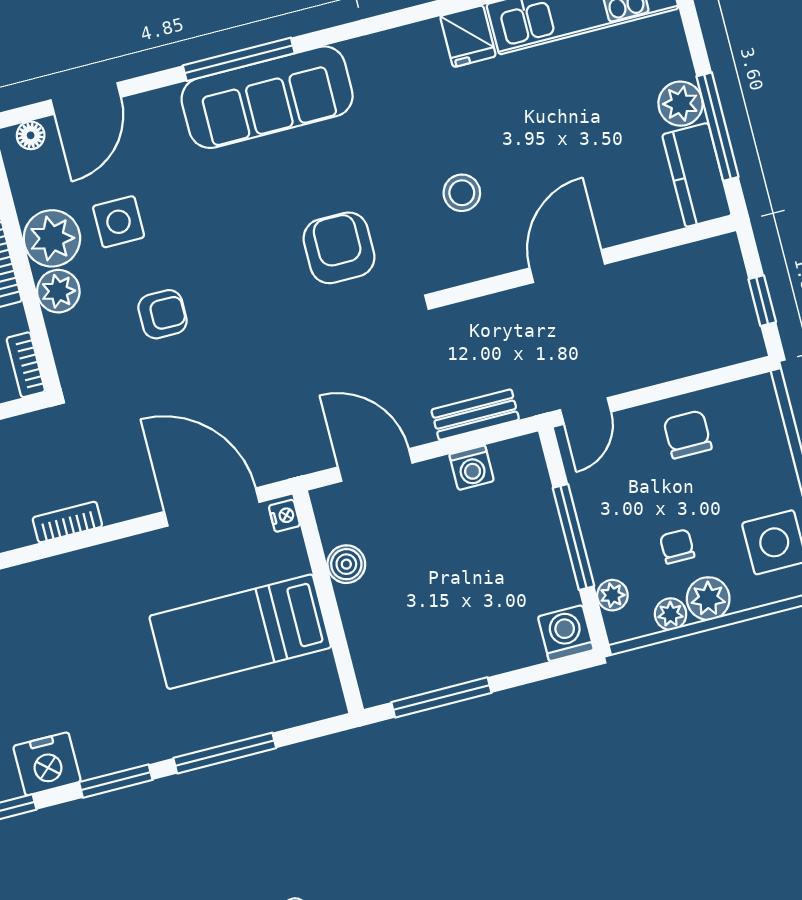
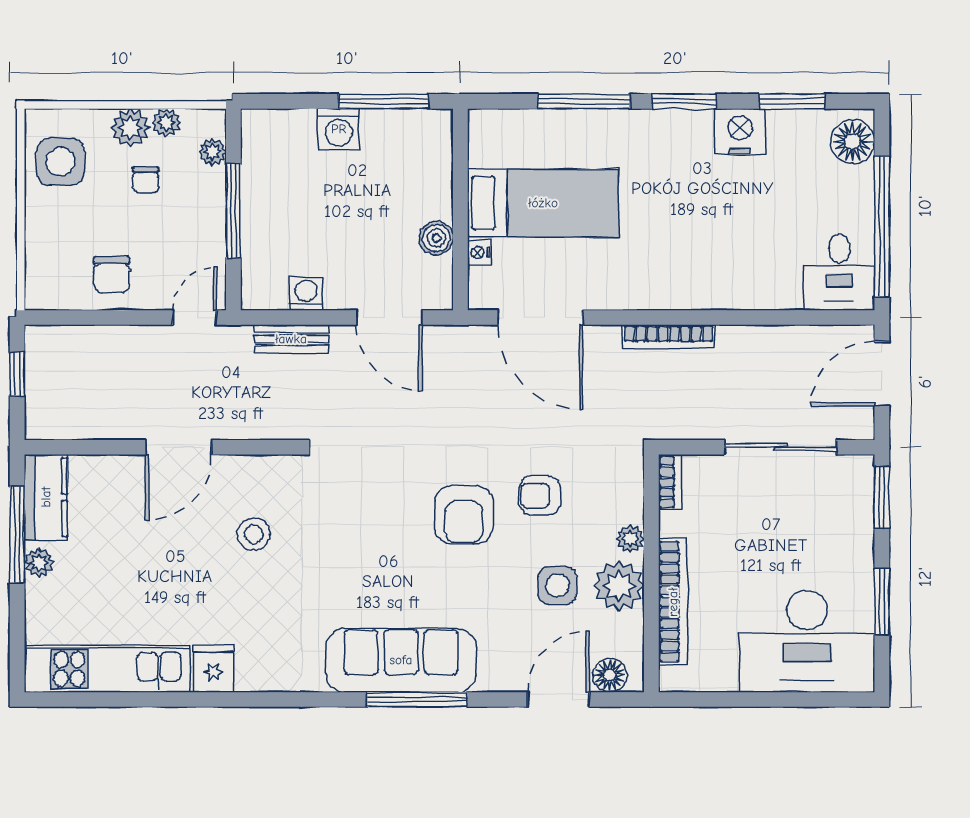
plant: (681, 104) -> (39, 563), width x0.73, depth x0.73
floor lamp: (31, 135) -> (610, 675), width x1.37, depth x1.37
armchair: (339, 248) -> (464, 515), moved
plant: (58, 291) -> (630, 539), width x0.73, depth x0.73
nightstand: (284, 516) -> (479, 252), moved
bookcase: (67, 522) -> (669, 337), width x1.56
washing machine: (566, 633) -> (339, 129), moved

